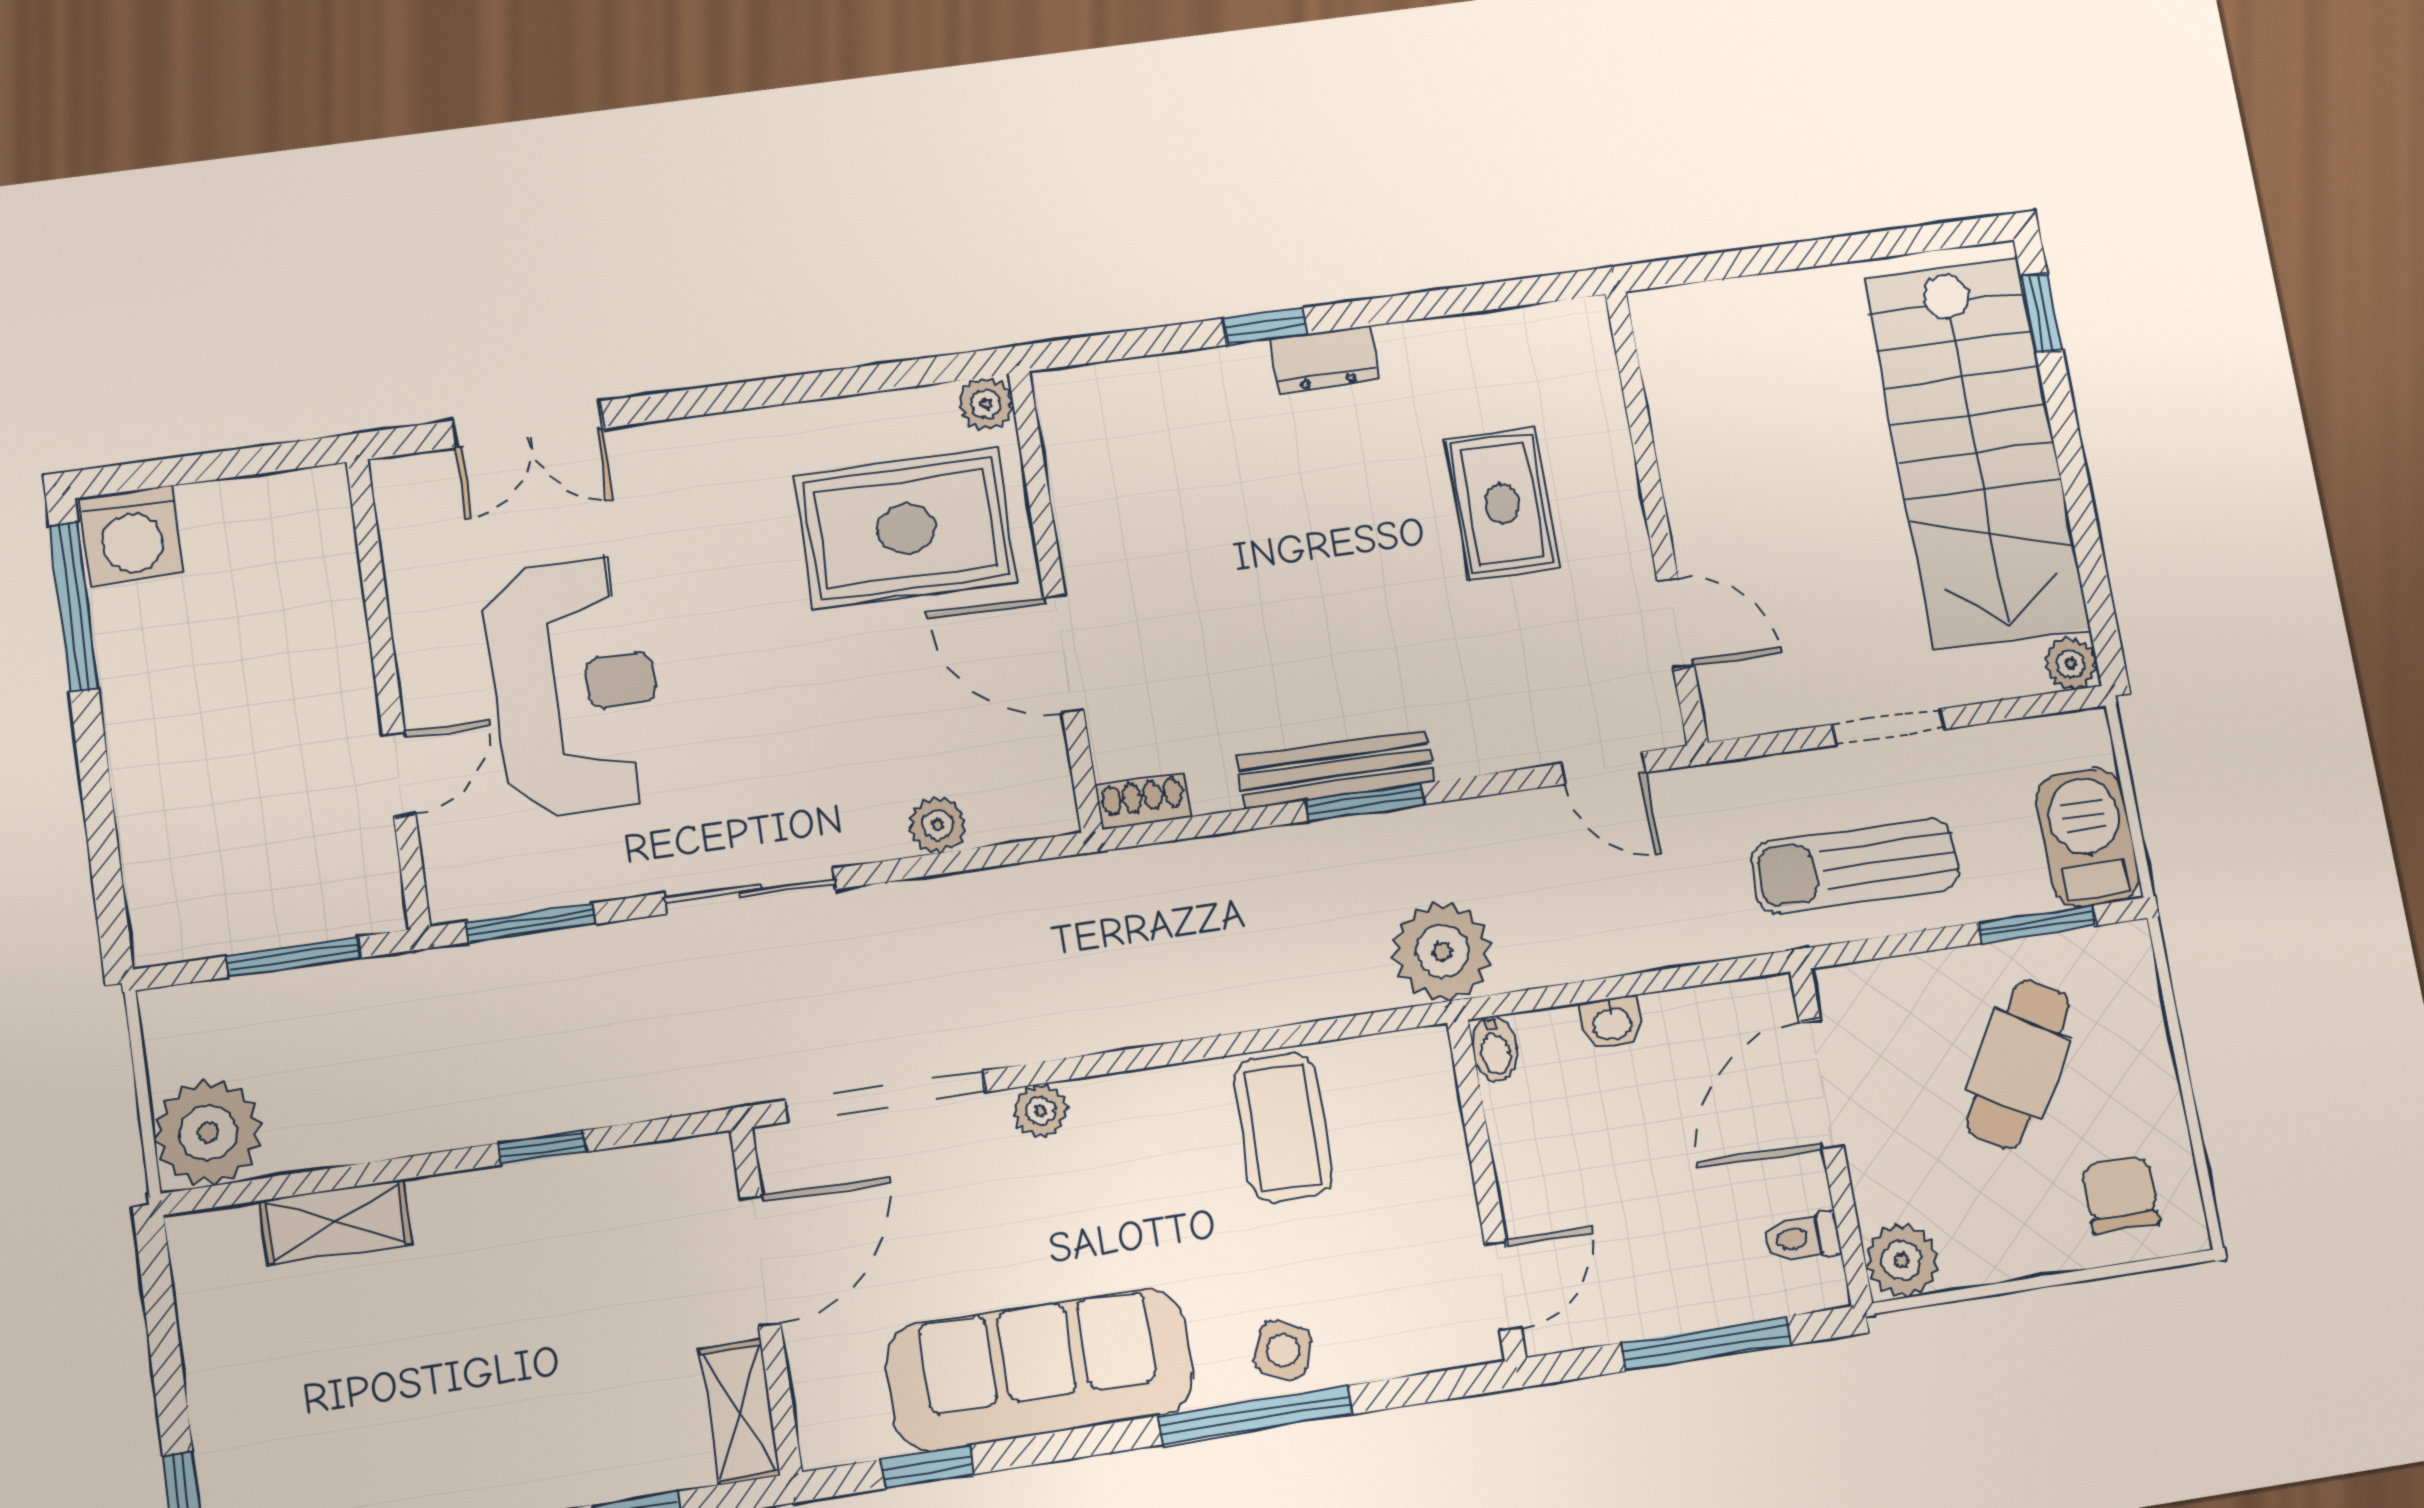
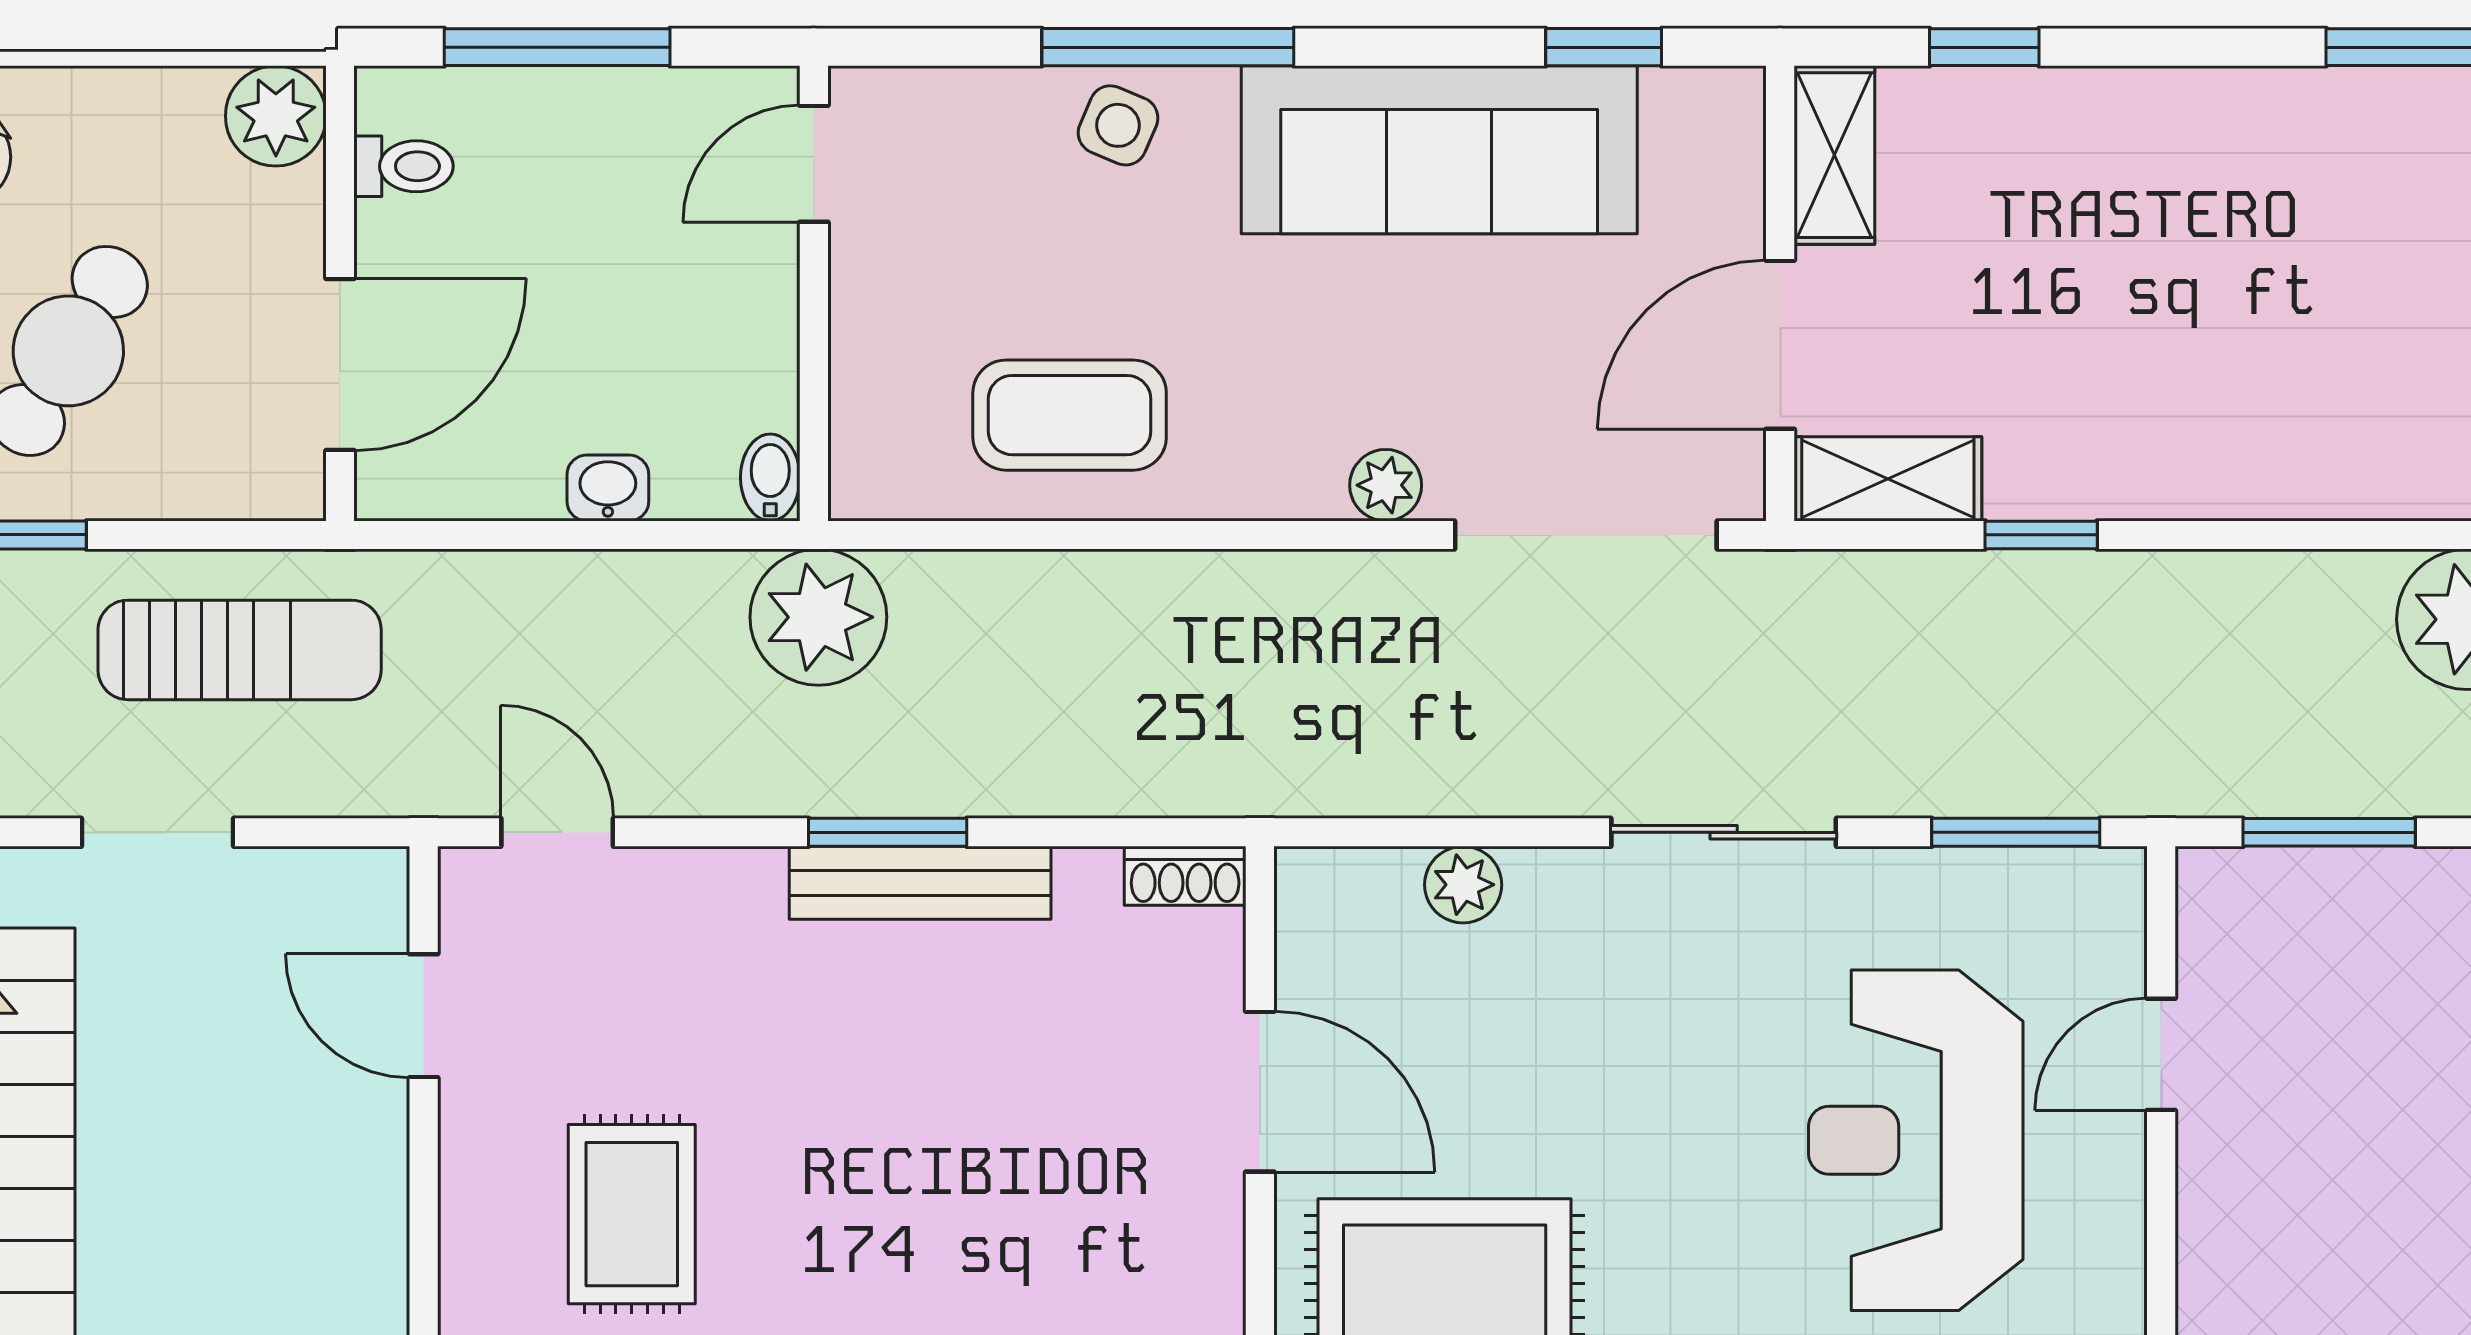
coffee table: (1283, 1128) -> (1070, 415), turned 90
shelving: (336, 1222) -> (1888, 479), moved

